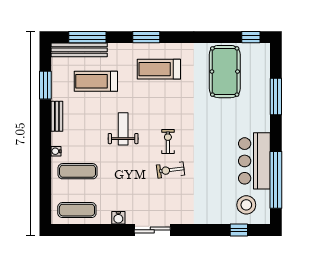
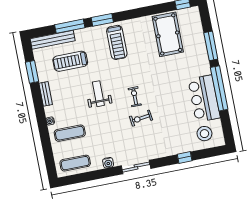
window: (87, 37) -> (70, 26), moved
treadmill: (159, 69) -> (117, 42), turned -90
window: (276, 180) -> (219, 88), moved
window: (239, 230) -> (185, 157), moved

